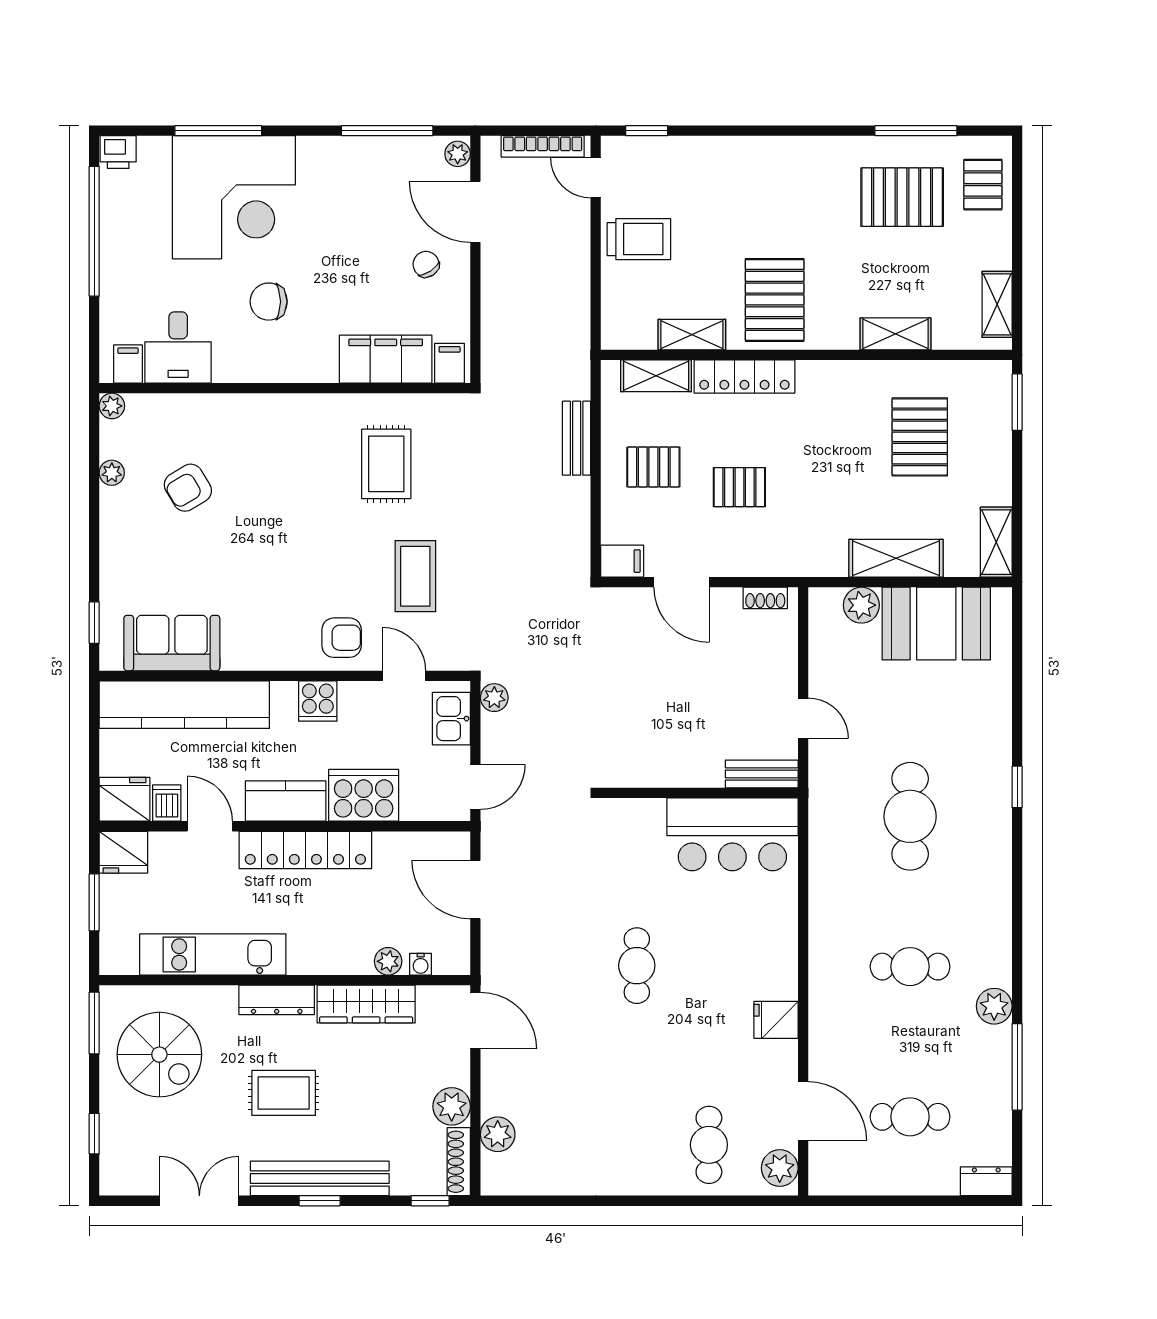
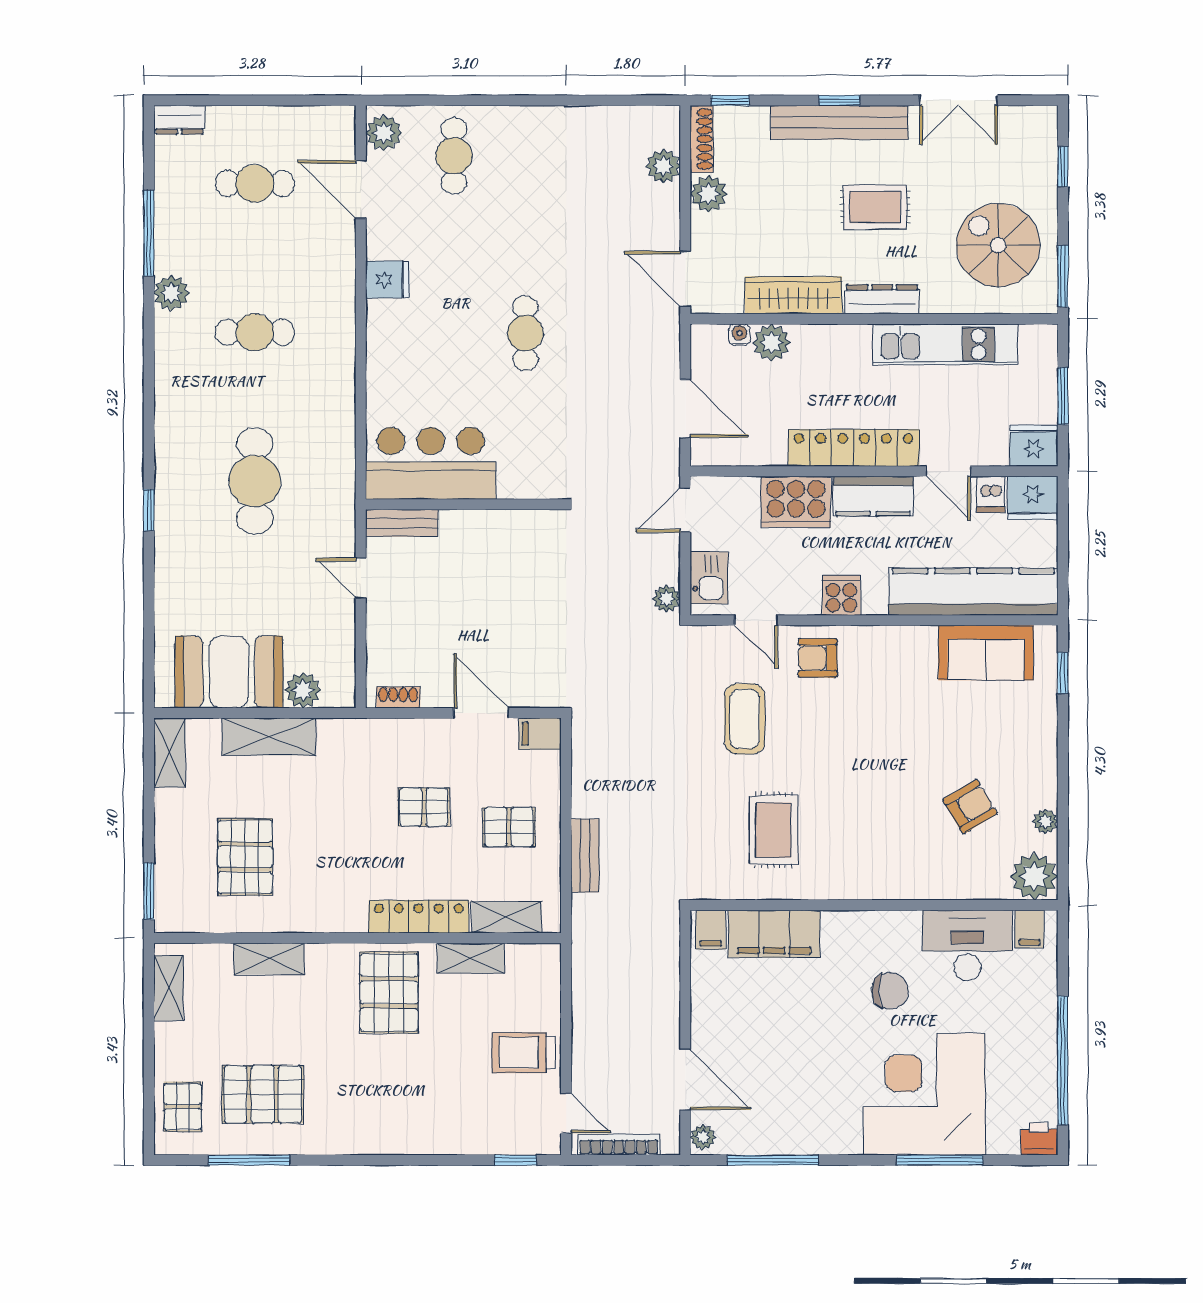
chair: (426, 264) -> (734, 1028), removed
desk: (178, 348) -> (967, 945), width x1.37
plant: (112, 406) -> (1034, 876), width x1.87, depth x1.87
plant: (388, 961) -> (772, 343), width x1.38, depth x1.38

